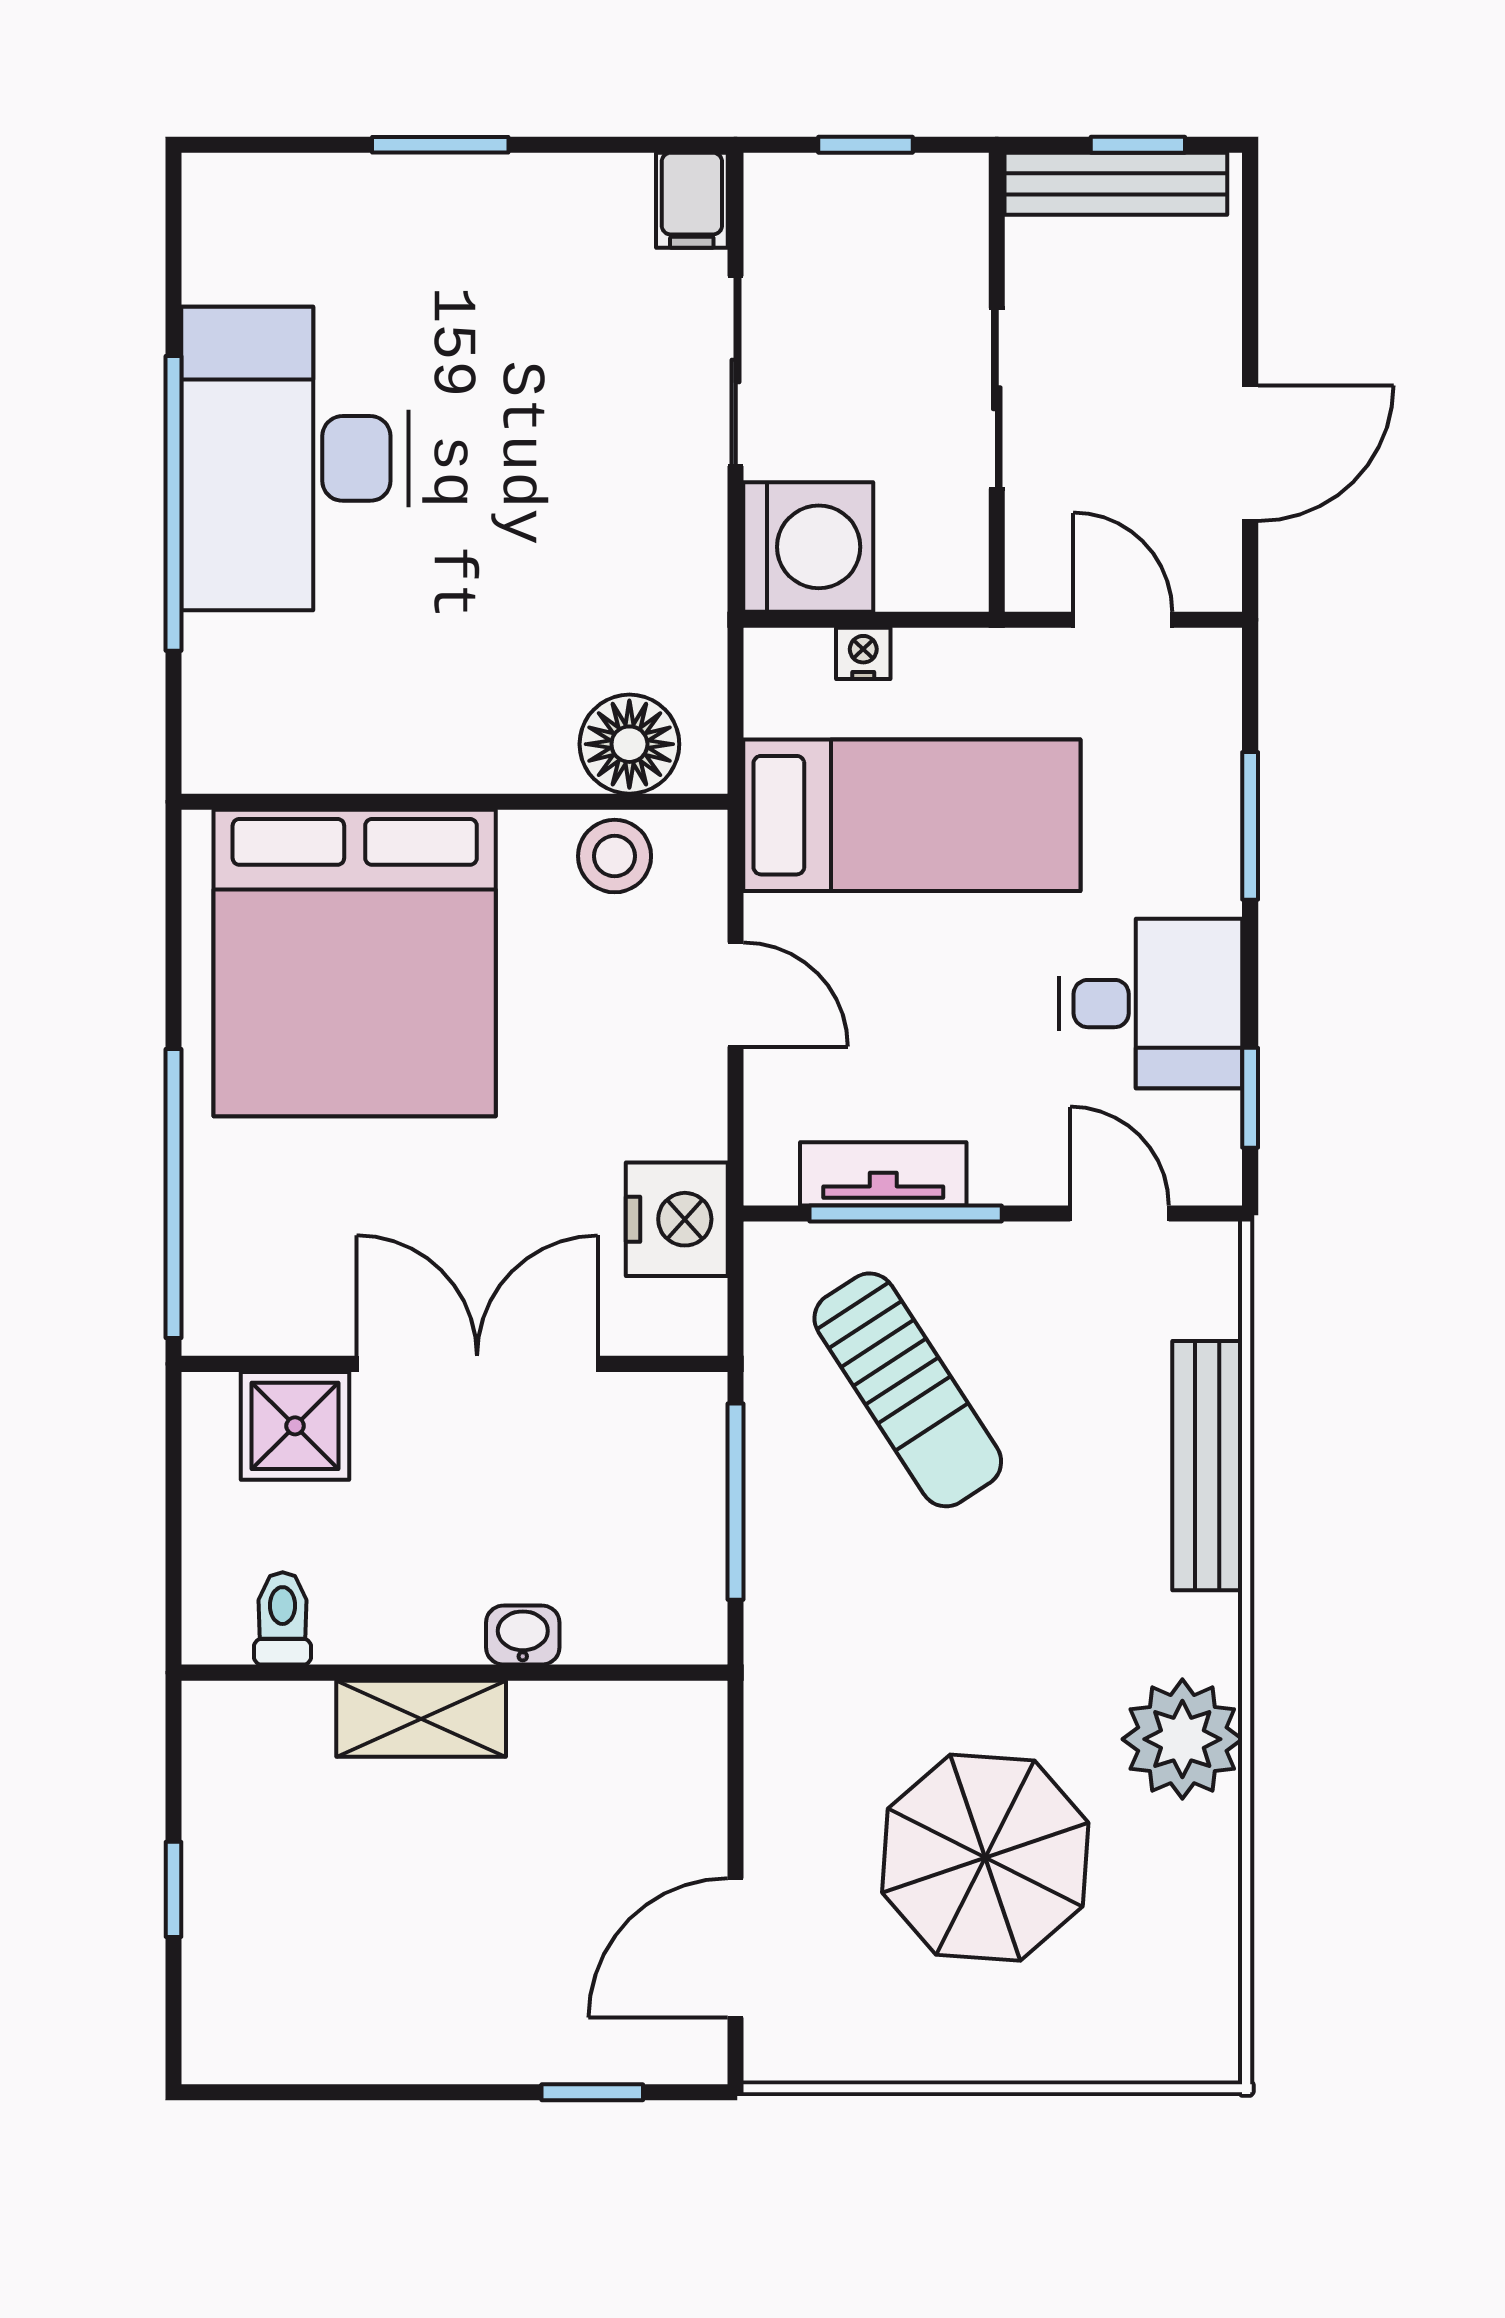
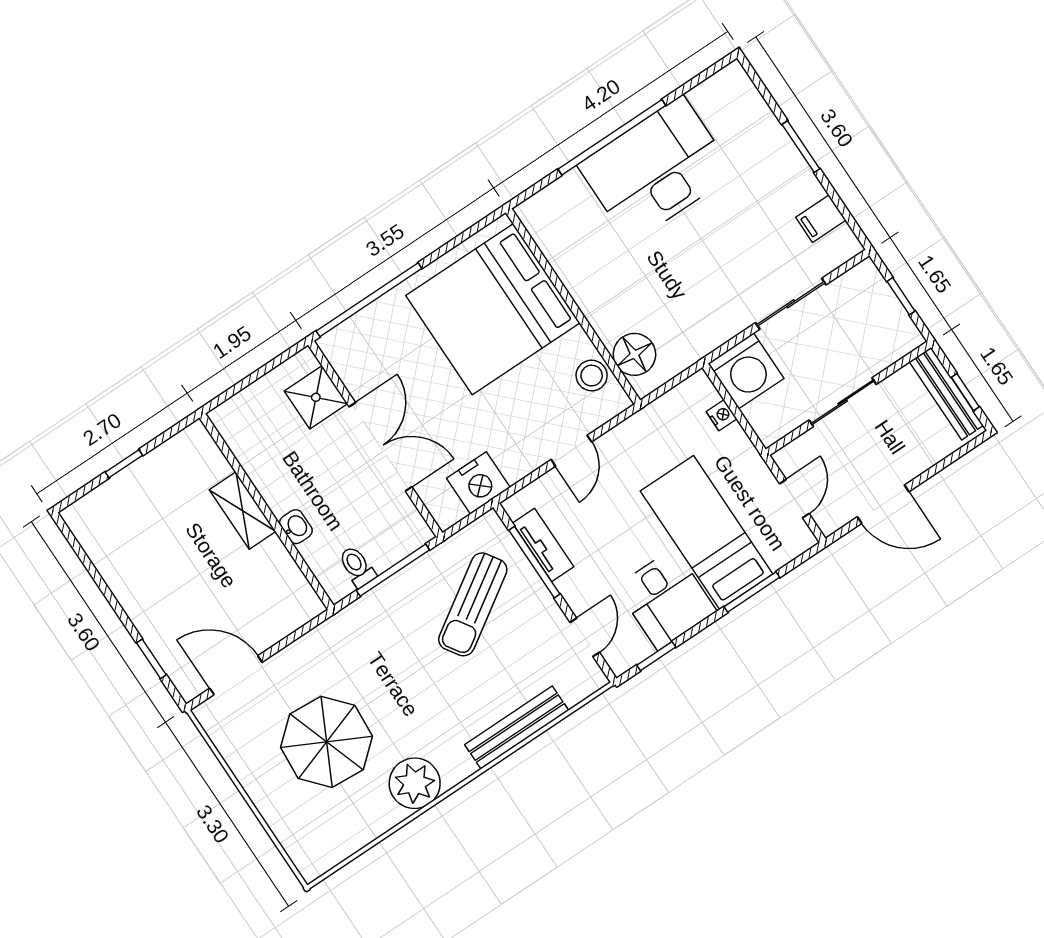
filing cabinet: (692, 200) -> (821, 219), moved
bed: (912, 815) -> (707, 532), moved, turned 180
toilet: (283, 1618) -> (357, 567), moved, turned -90

